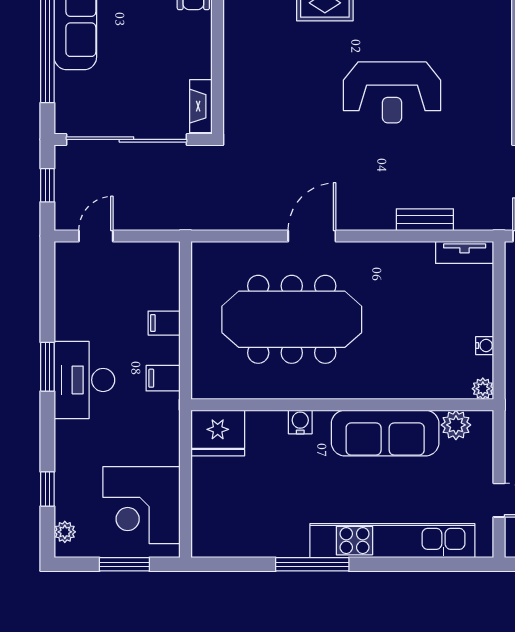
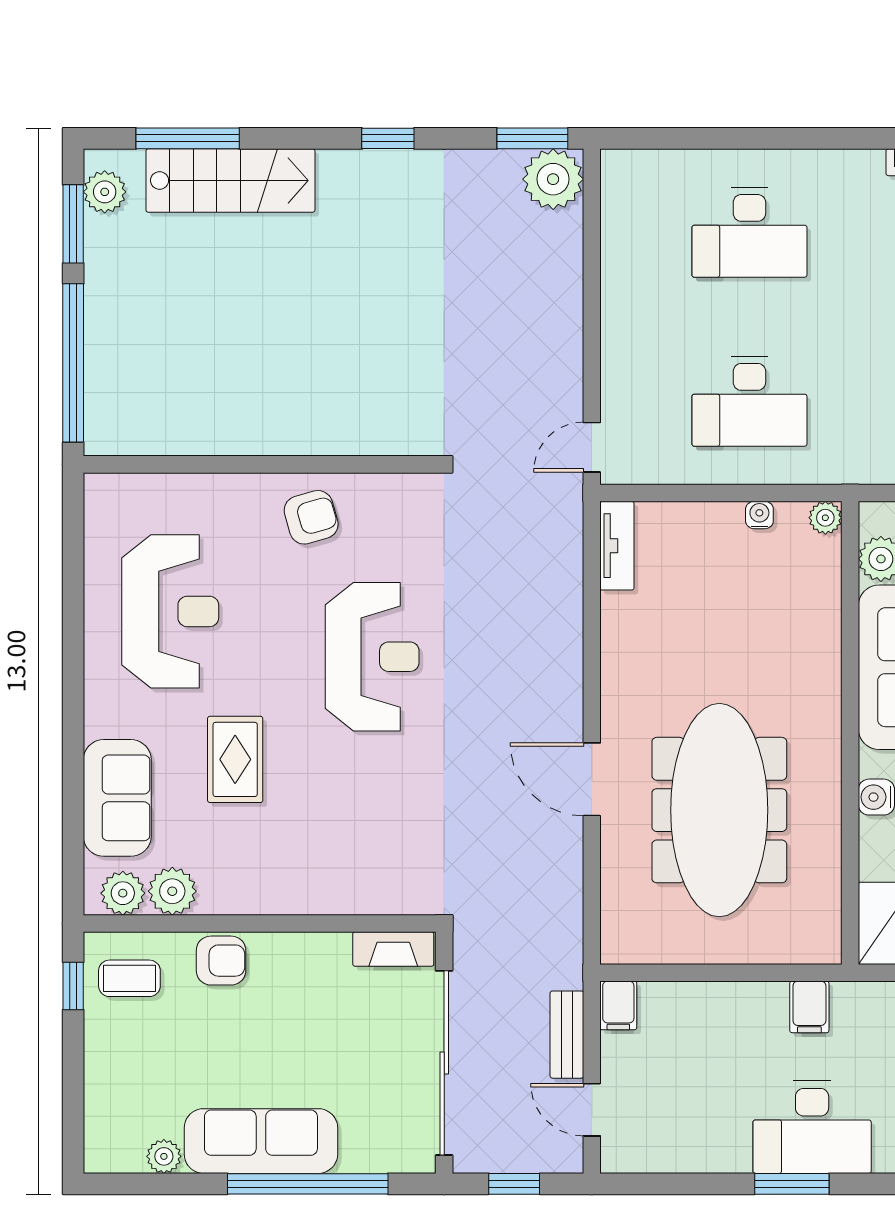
armchair: (483, 52) -> (311, 517), added
bench: (425, 220) -> (567, 1035), moved
filing cabinet: (164, 323) -> (618, 1005), moved

